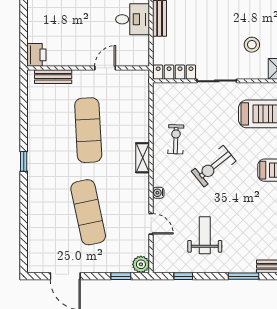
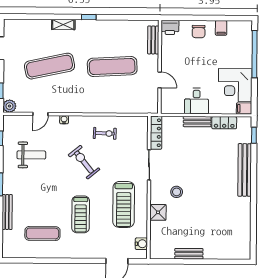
chair: (42, 17) -> (199, 32), added
shelving: (143, 158) -> (63, 25), moved

